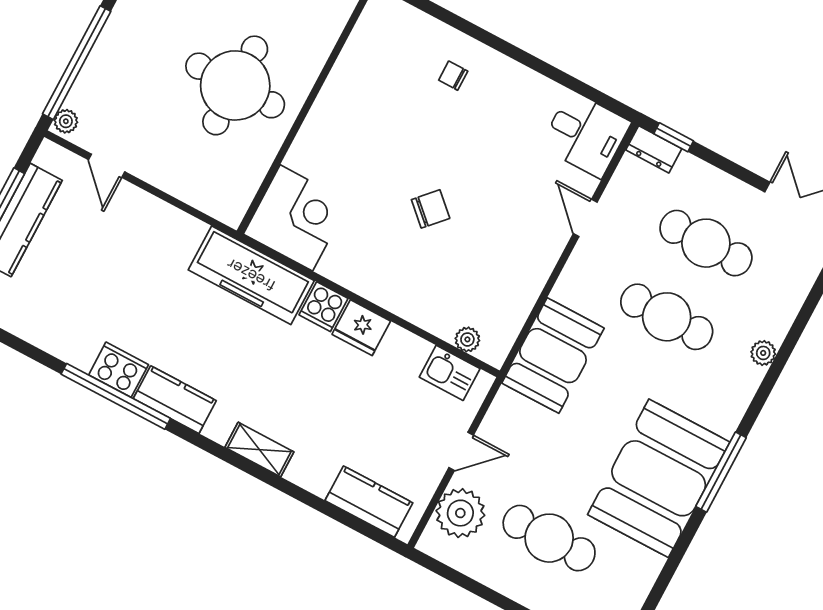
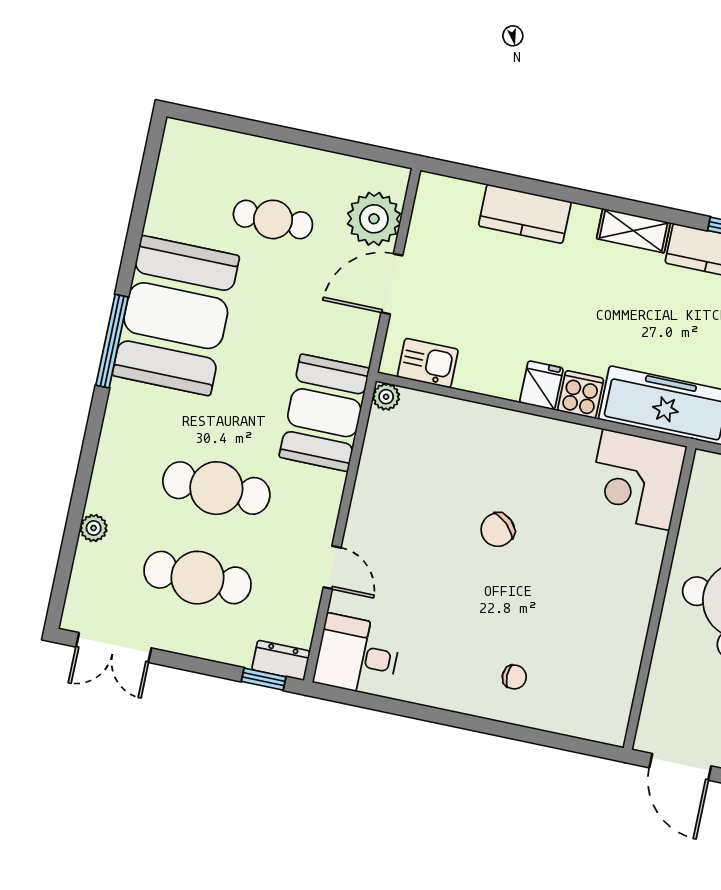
fridge: (361, 328) -> (541, 385), width x0.72
plant: (467, 339) -> (386, 397), moved
plant: (763, 353) -> (94, 528), moved
shelving: (259, 450) -> (634, 231), moved
door: (461, 451) -> (392, 284), width x1.38
kitchen counter: (369, 502) -> (525, 214), moved
cafe table: (549, 538) -> (273, 219), width x0.73, depth x0.74

